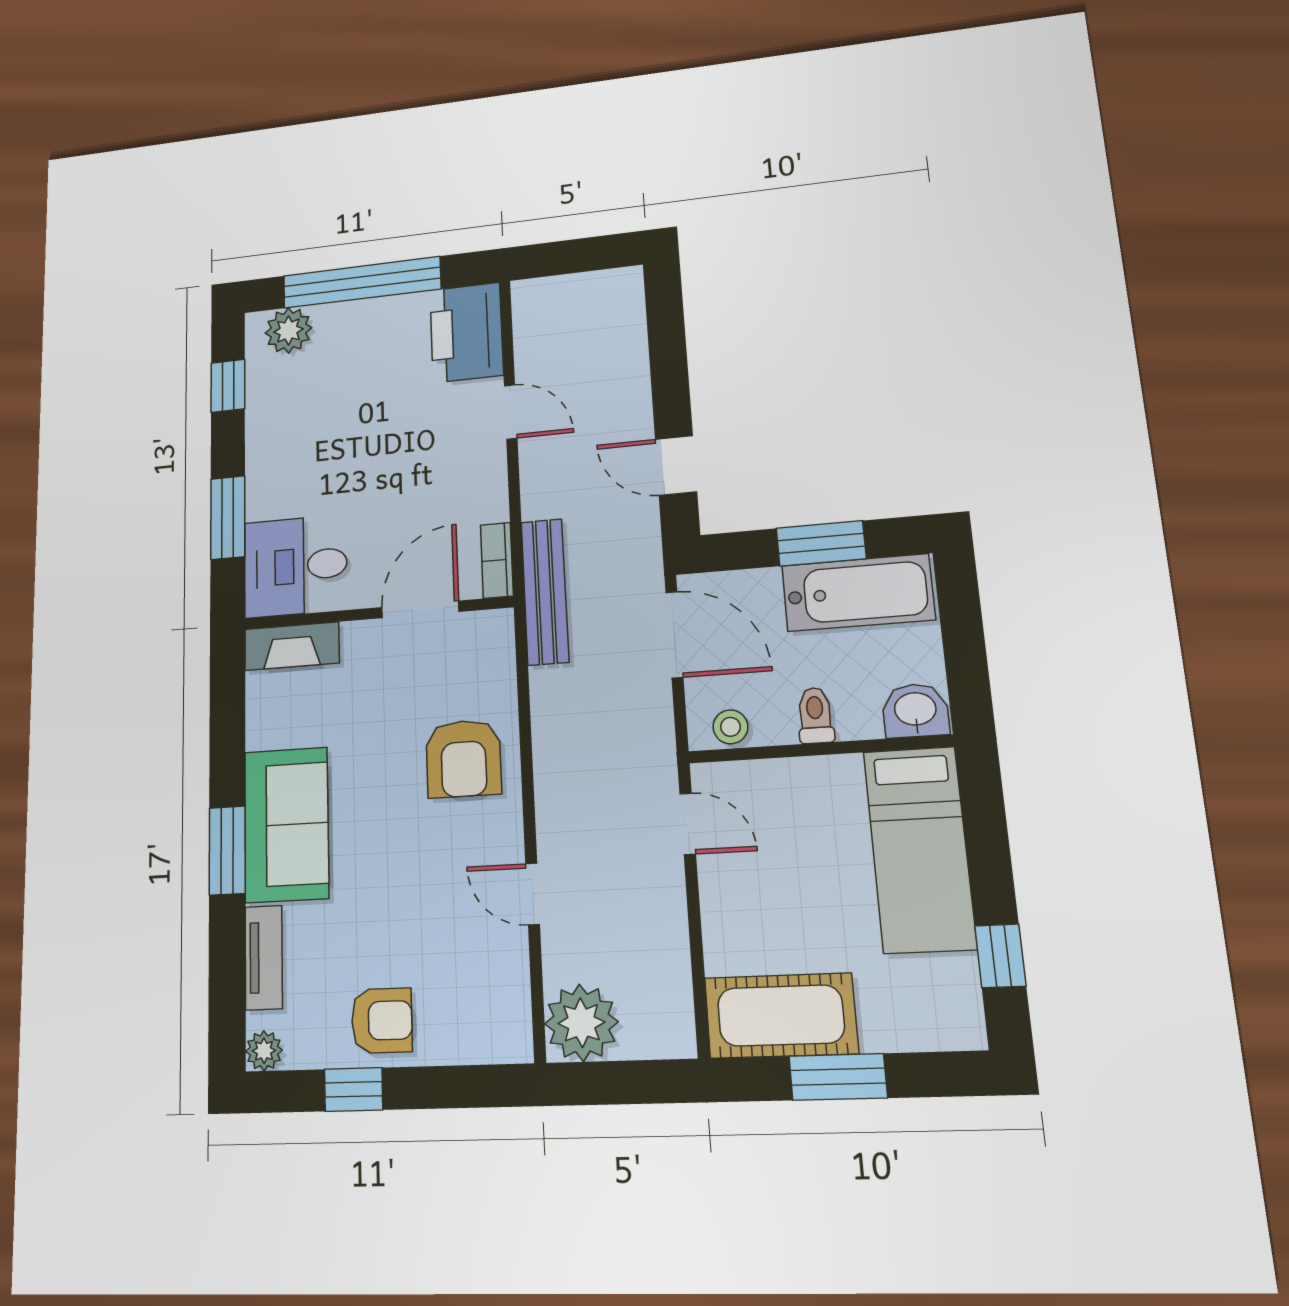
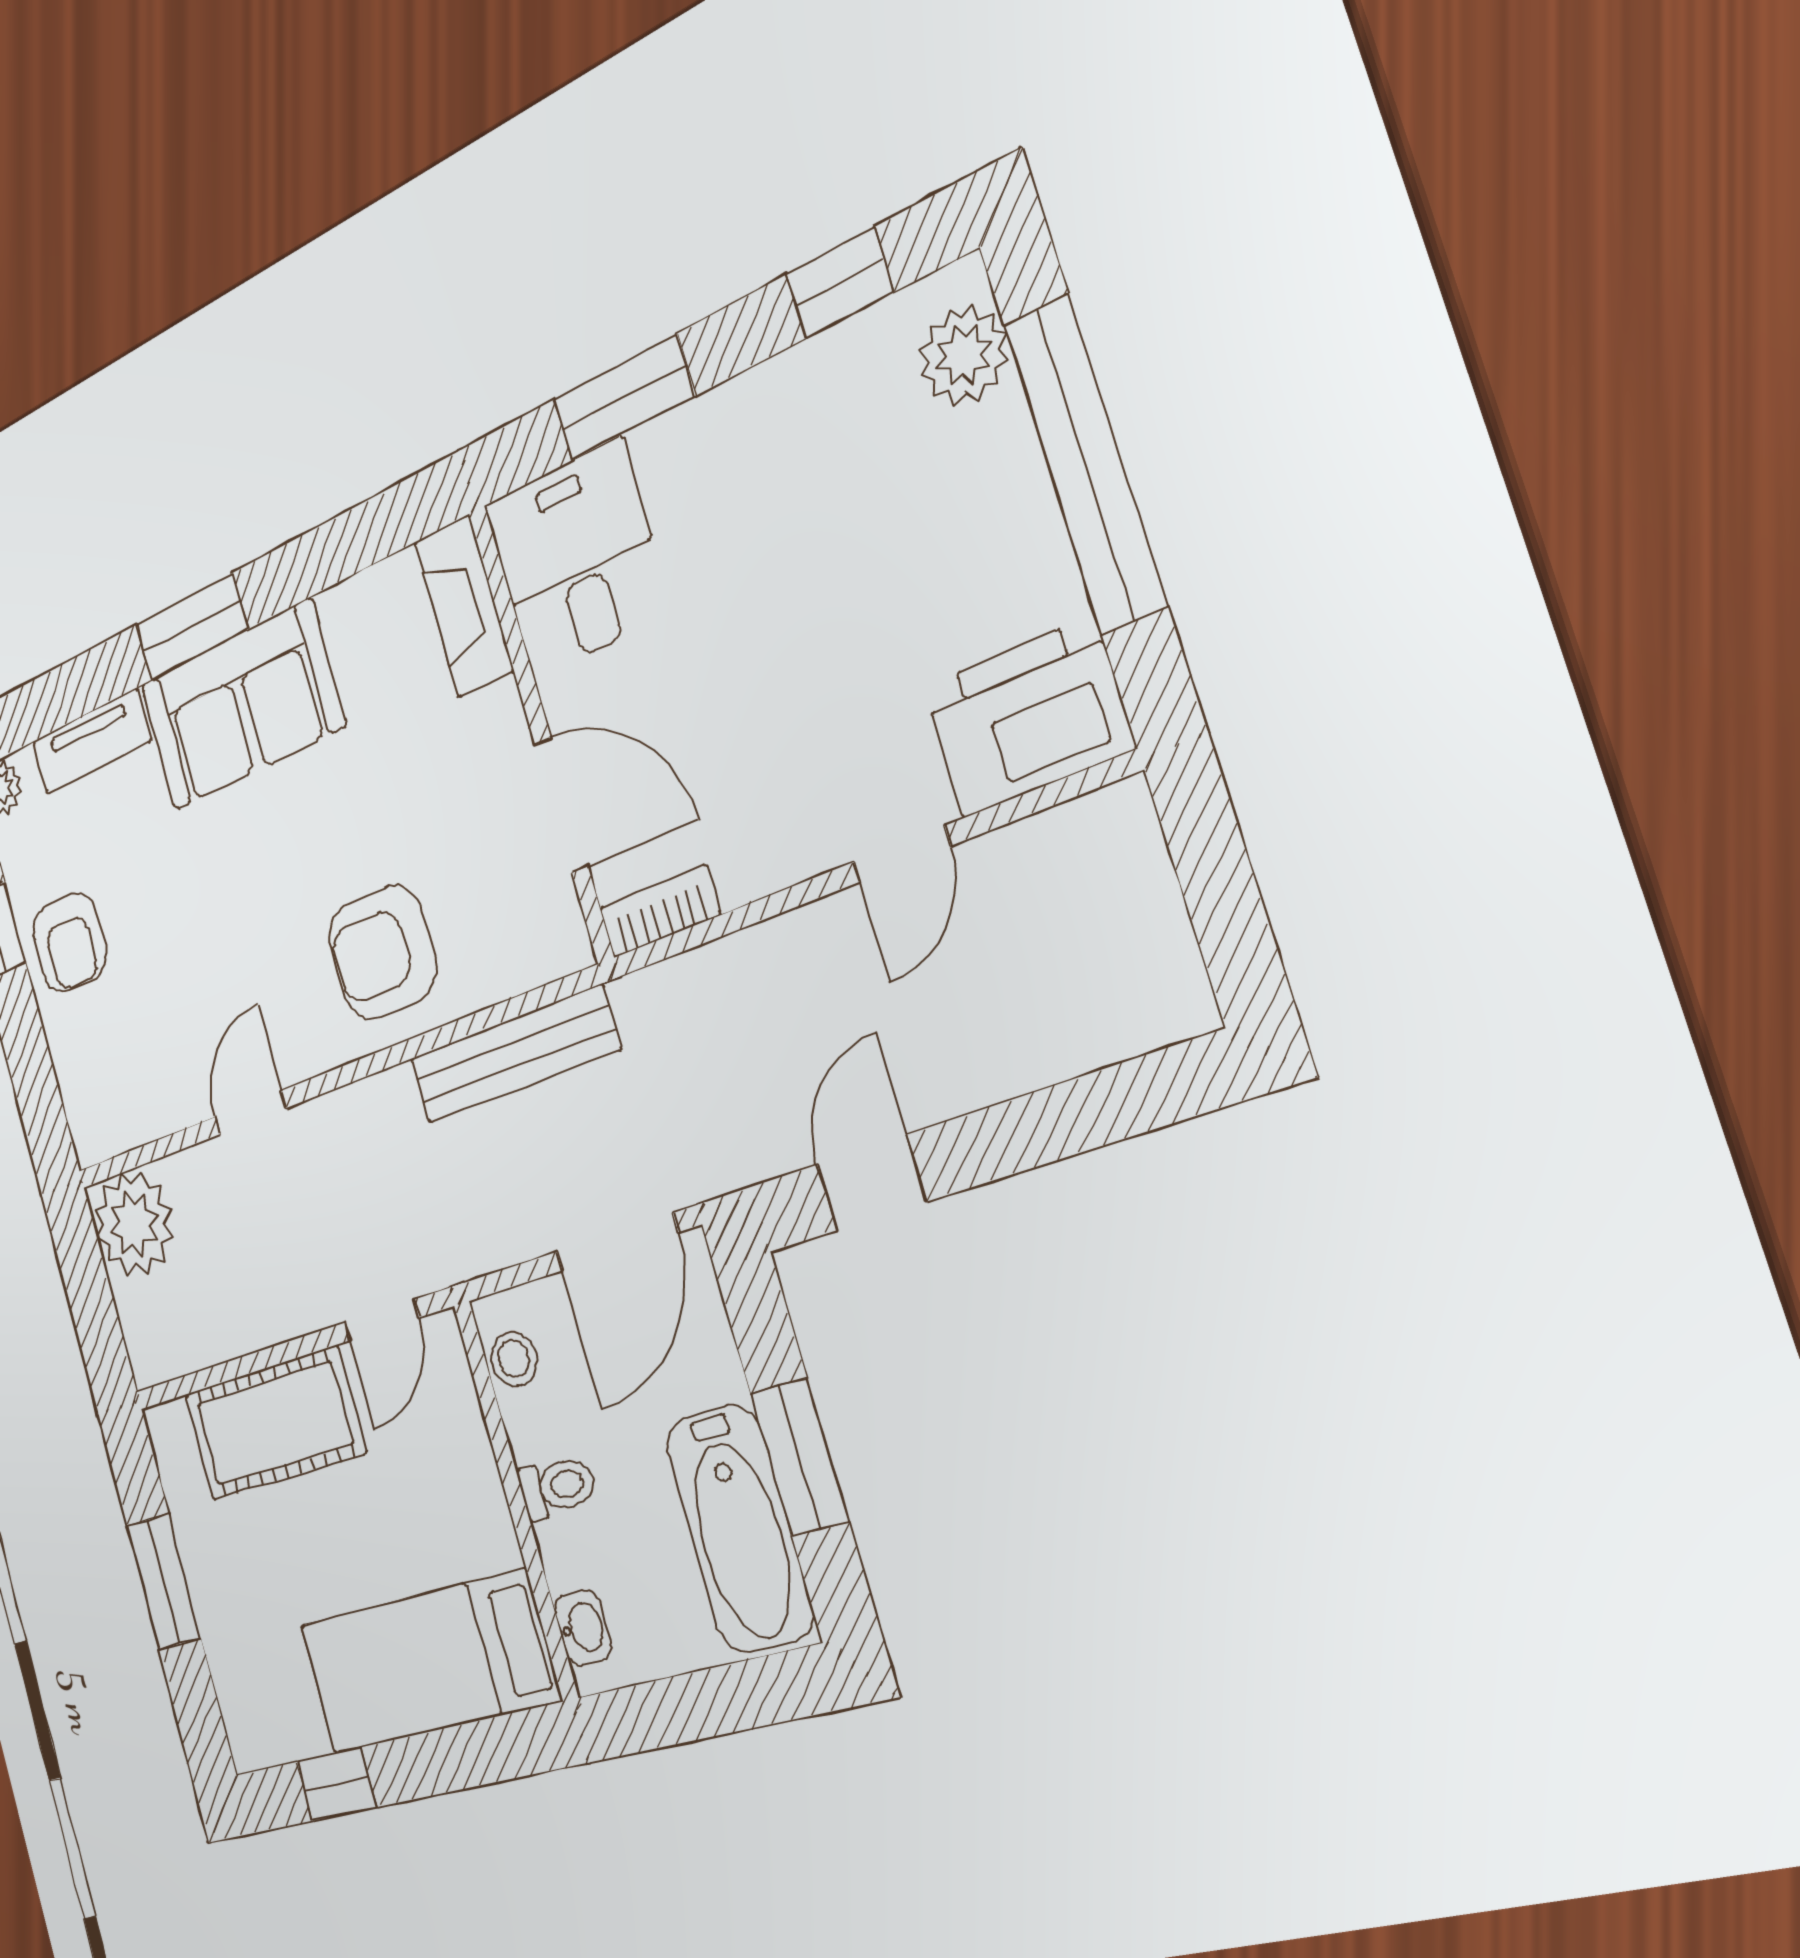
bench: (545, 592) -> (514, 1054), moved
washbasin: (915, 710) -> (583, 1628), width x0.72, depth x0.69
cot: (781, 1016) -> (274, 1424), moved, turned 90

